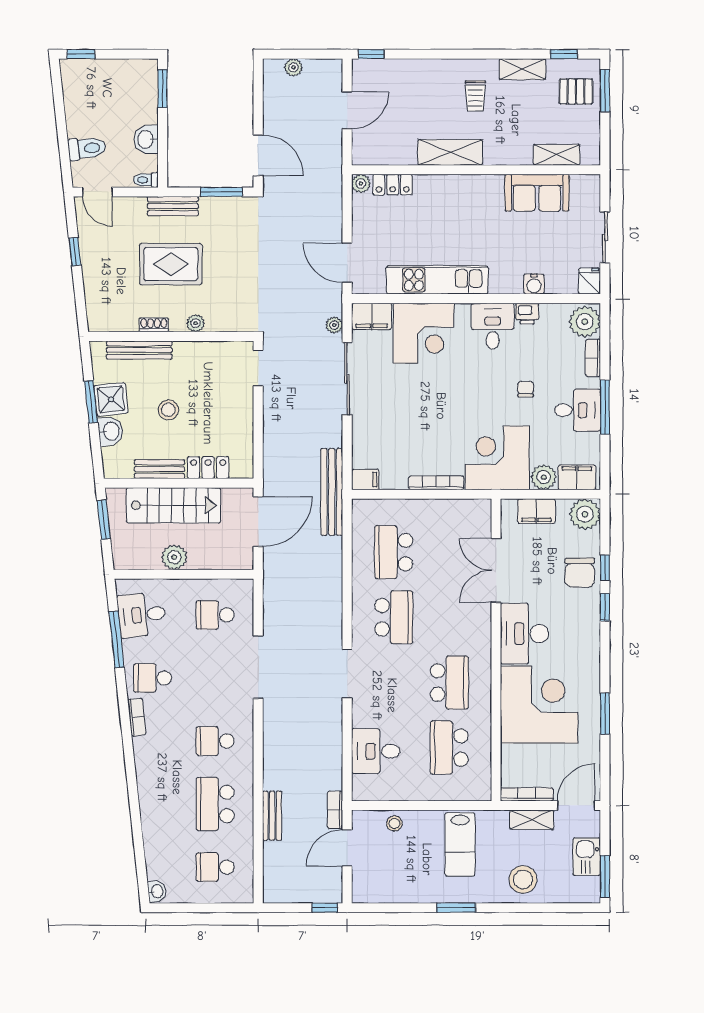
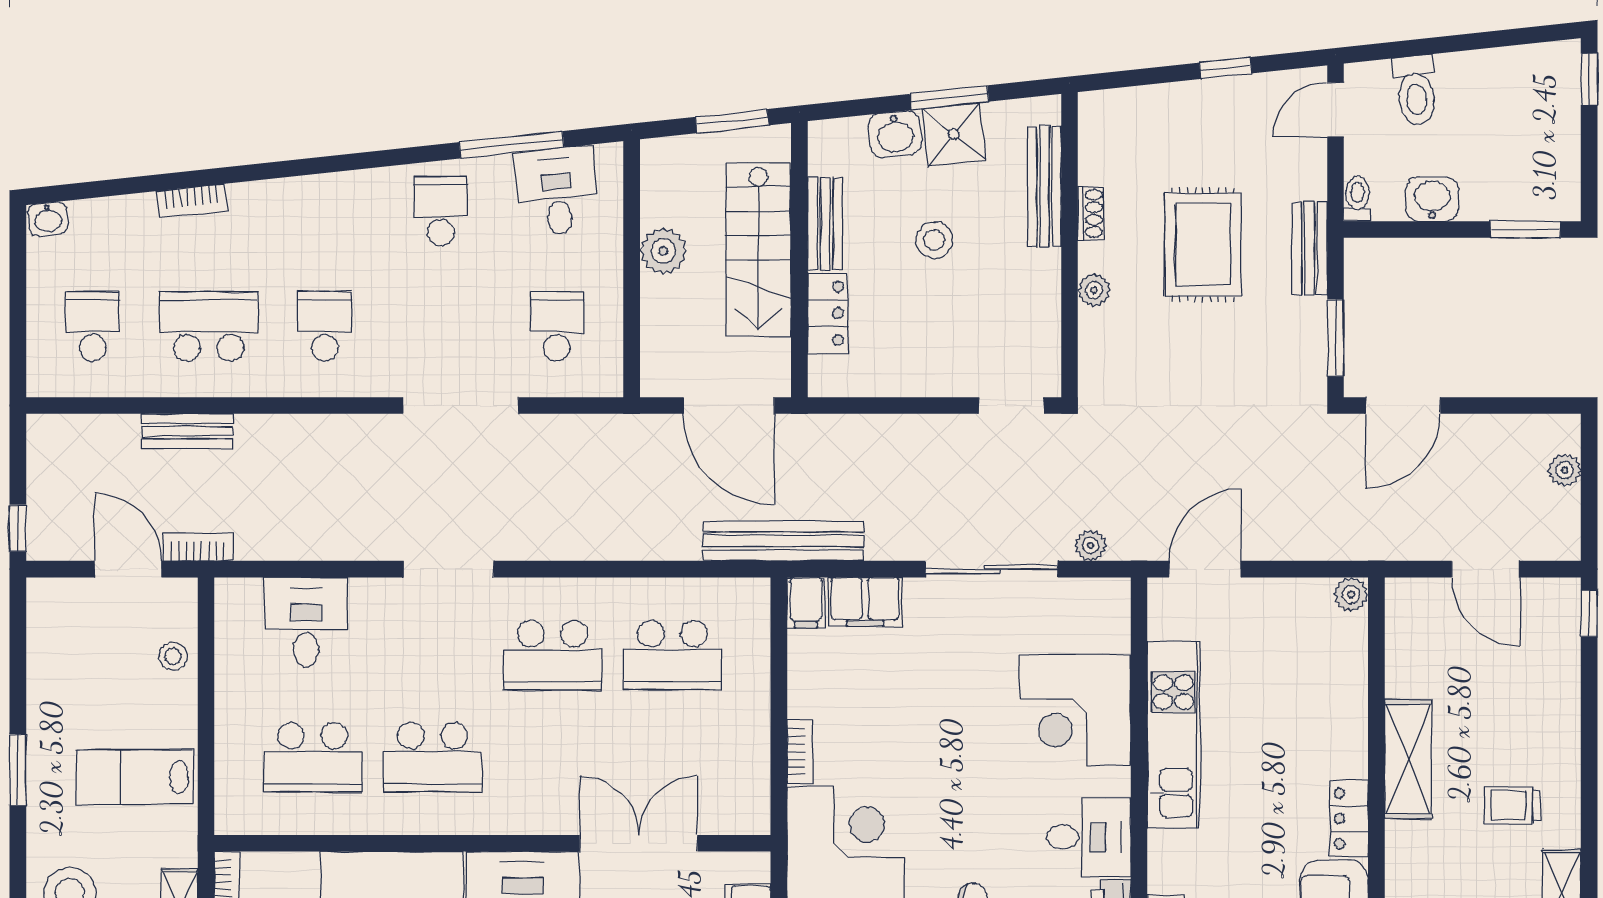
locker: (393, 185) -> (1349, 819), moved
filing cabinet: (372, 316) -> (865, 602), moved, turned -90
bookcase: (436, 483) -> (800, 751), width x0.64
school desk: (394, 552) -> (672, 655), turned 180
bookcase: (137, 717) -> (192, 201), moved
school desk: (449, 748) -> (313, 757), turned 180

